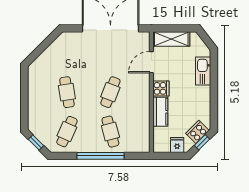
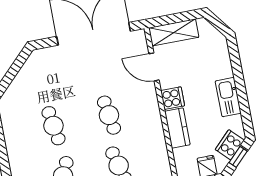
door: (151, 62) -> (154, 67), hinge flipped
kitchen sink: (203, 71) -> (228, 97), moved
cafe table: (110, 92) -> (109, 115), turned -30

